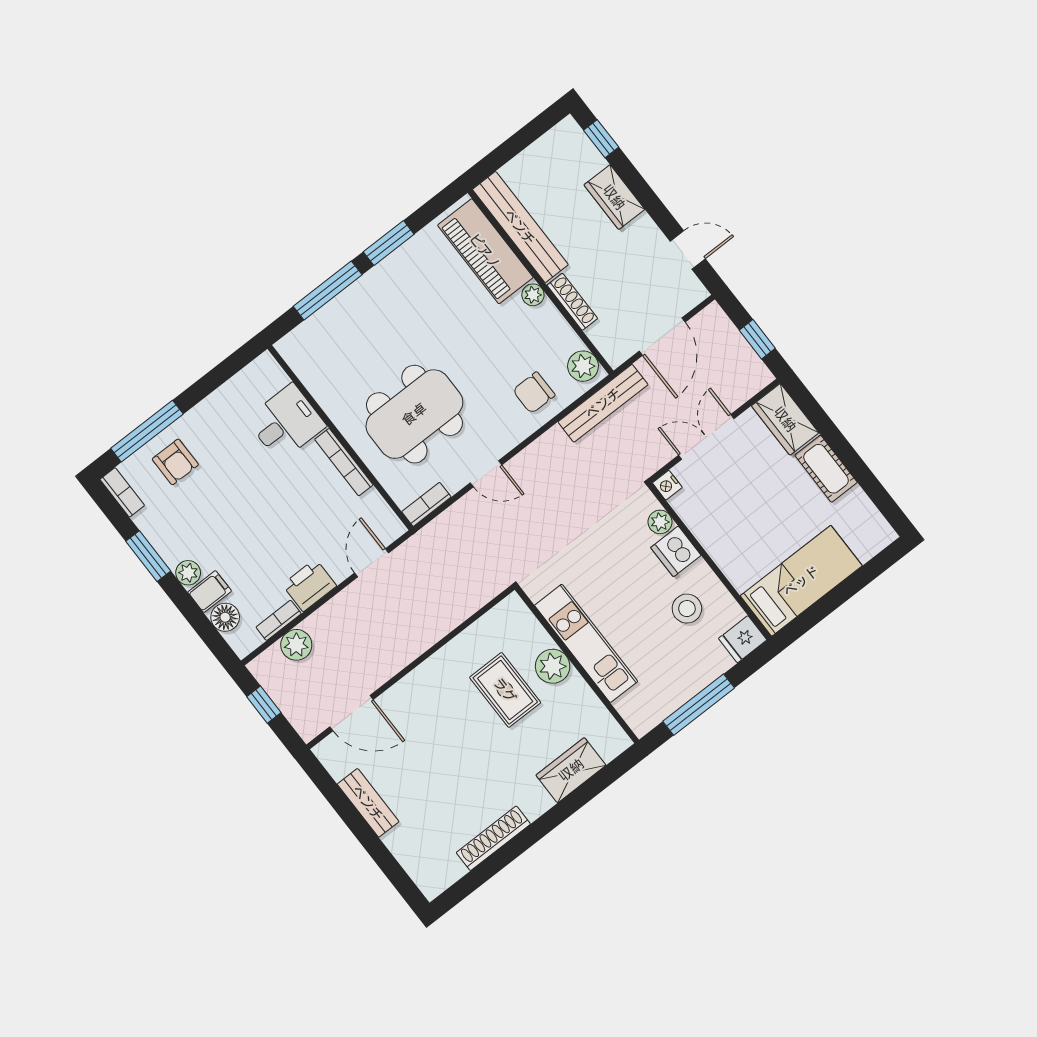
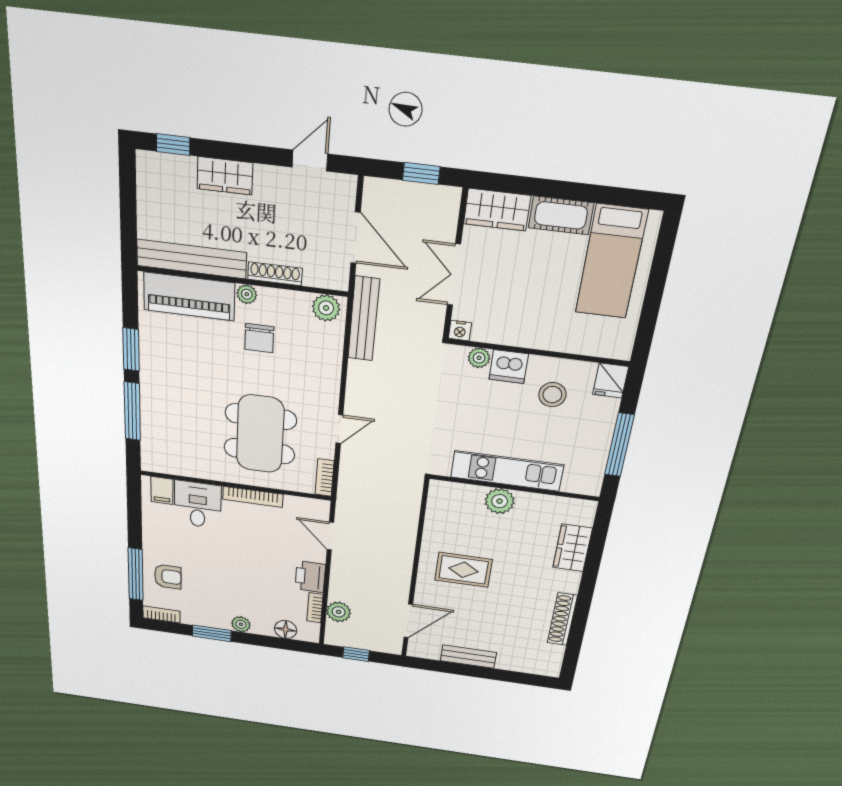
chair: (534, 393) -> (259, 338), moved
bed: (801, 581) -> (611, 262), moved, turned 180
filing cabinet: (210, 592) -> (162, 491), moved, turned 180
rug: (505, 690) -> (463, 570), moved

